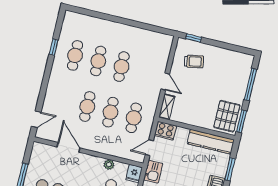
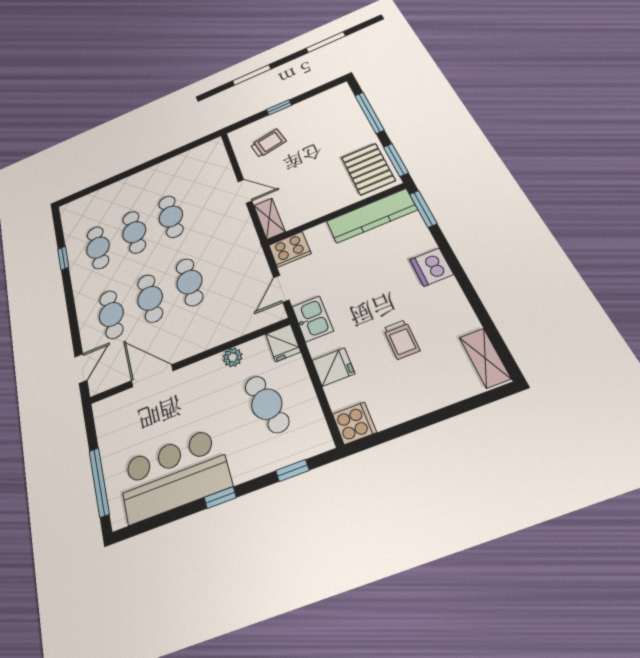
window: (194, 38) -> (279, 107), moved
cafe table: (134, 118) -> (111, 314), moved
window: (230, 169) -> (423, 209), moved

